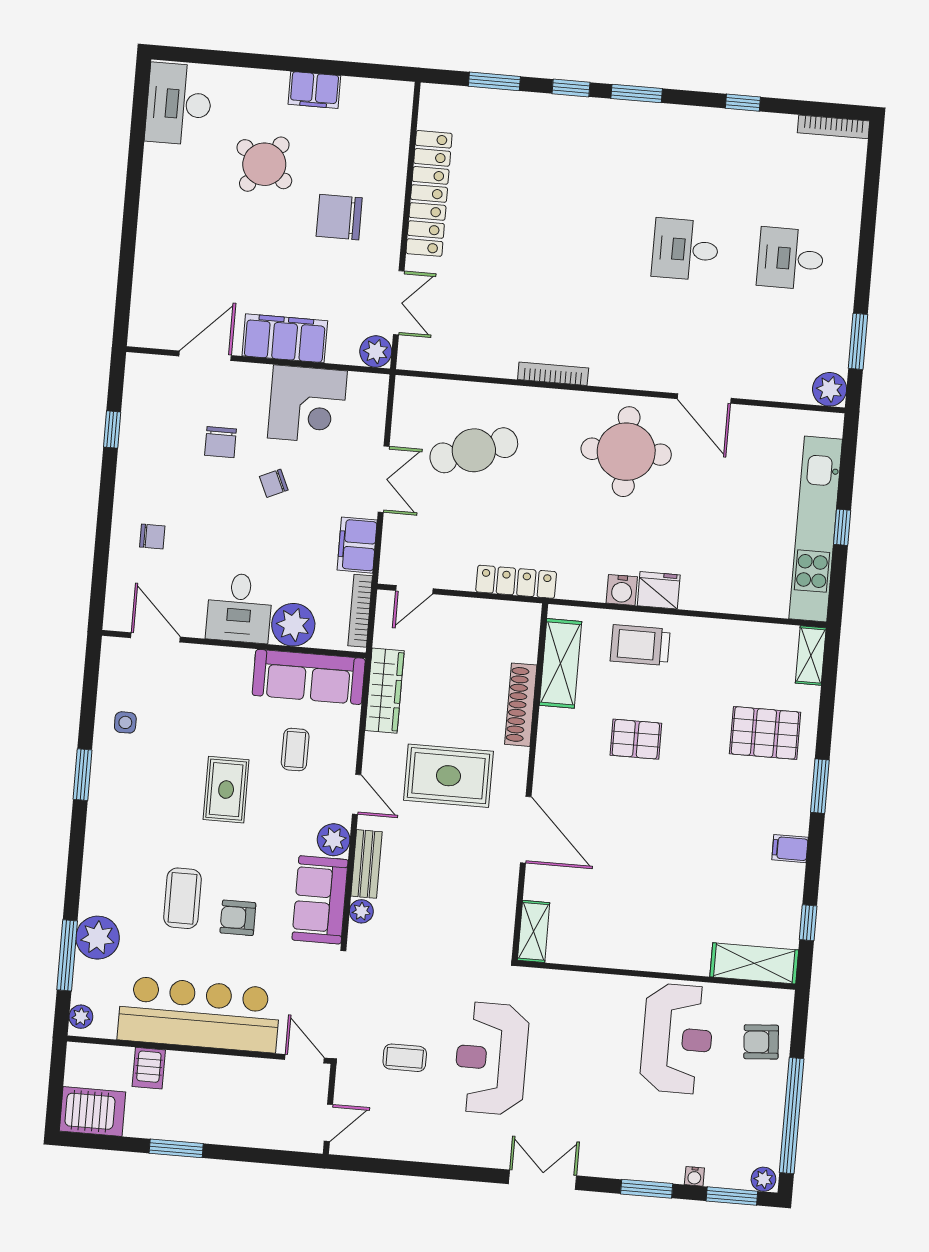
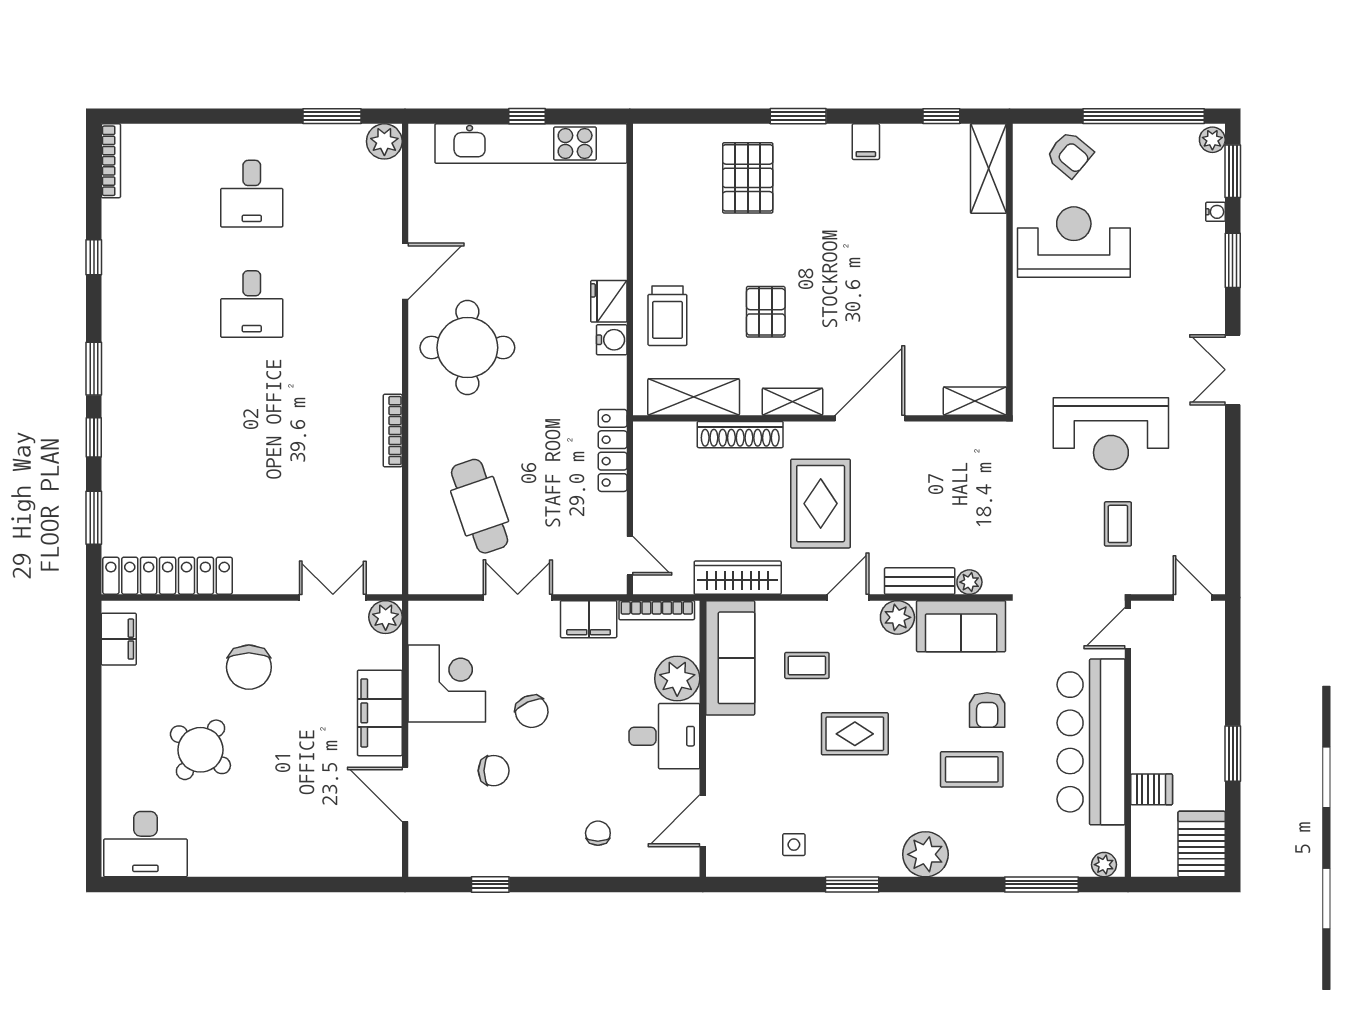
filing cabinet: (314, 90) -> (119, 639), moved
locker: (429, 193) -> (168, 576), moved
chair: (274, 483) -> (532, 711), width x1.37, depth x1.37
shelving: (811, 655) -> (792, 402), moved
plant: (98, 938) -> (925, 854), moved
armchair: (761, 1042) -> (1070, 154), turned -46

